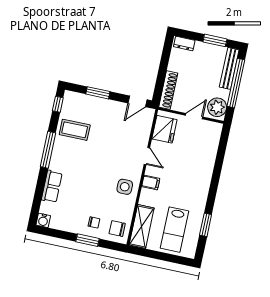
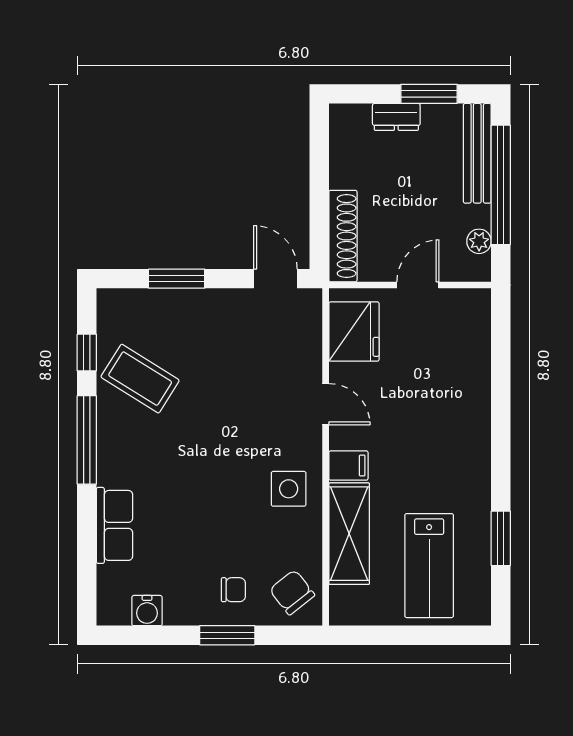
dresser: (184, 43) -> (396, 117), moved
door: (138, 101) -> (275, 279), swing flipped
window: (58, 104) -> (87, 353), moved
plant: (217, 107) -> (479, 241), width x0.53, depth x0.53
coffee table: (75, 130) -> (140, 379), turned 32
water cooler: (43, 220) -> (147, 611), moved
shelving: (142, 226) -> (349, 534), moved
chair: (117, 229) -> (292, 592), turned 52

